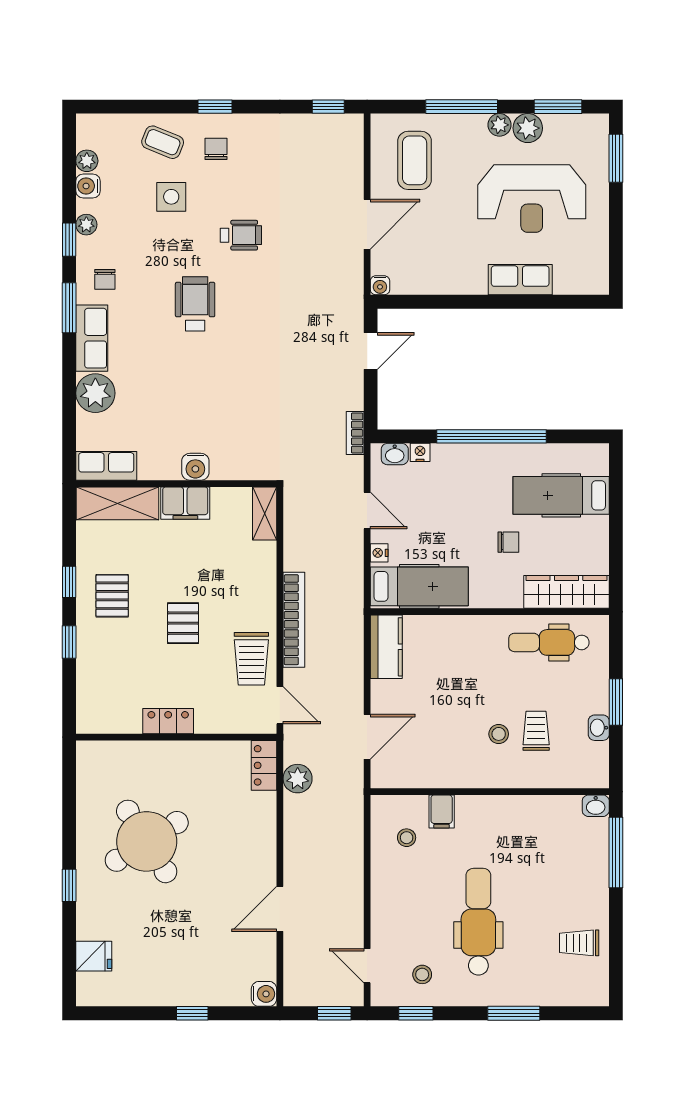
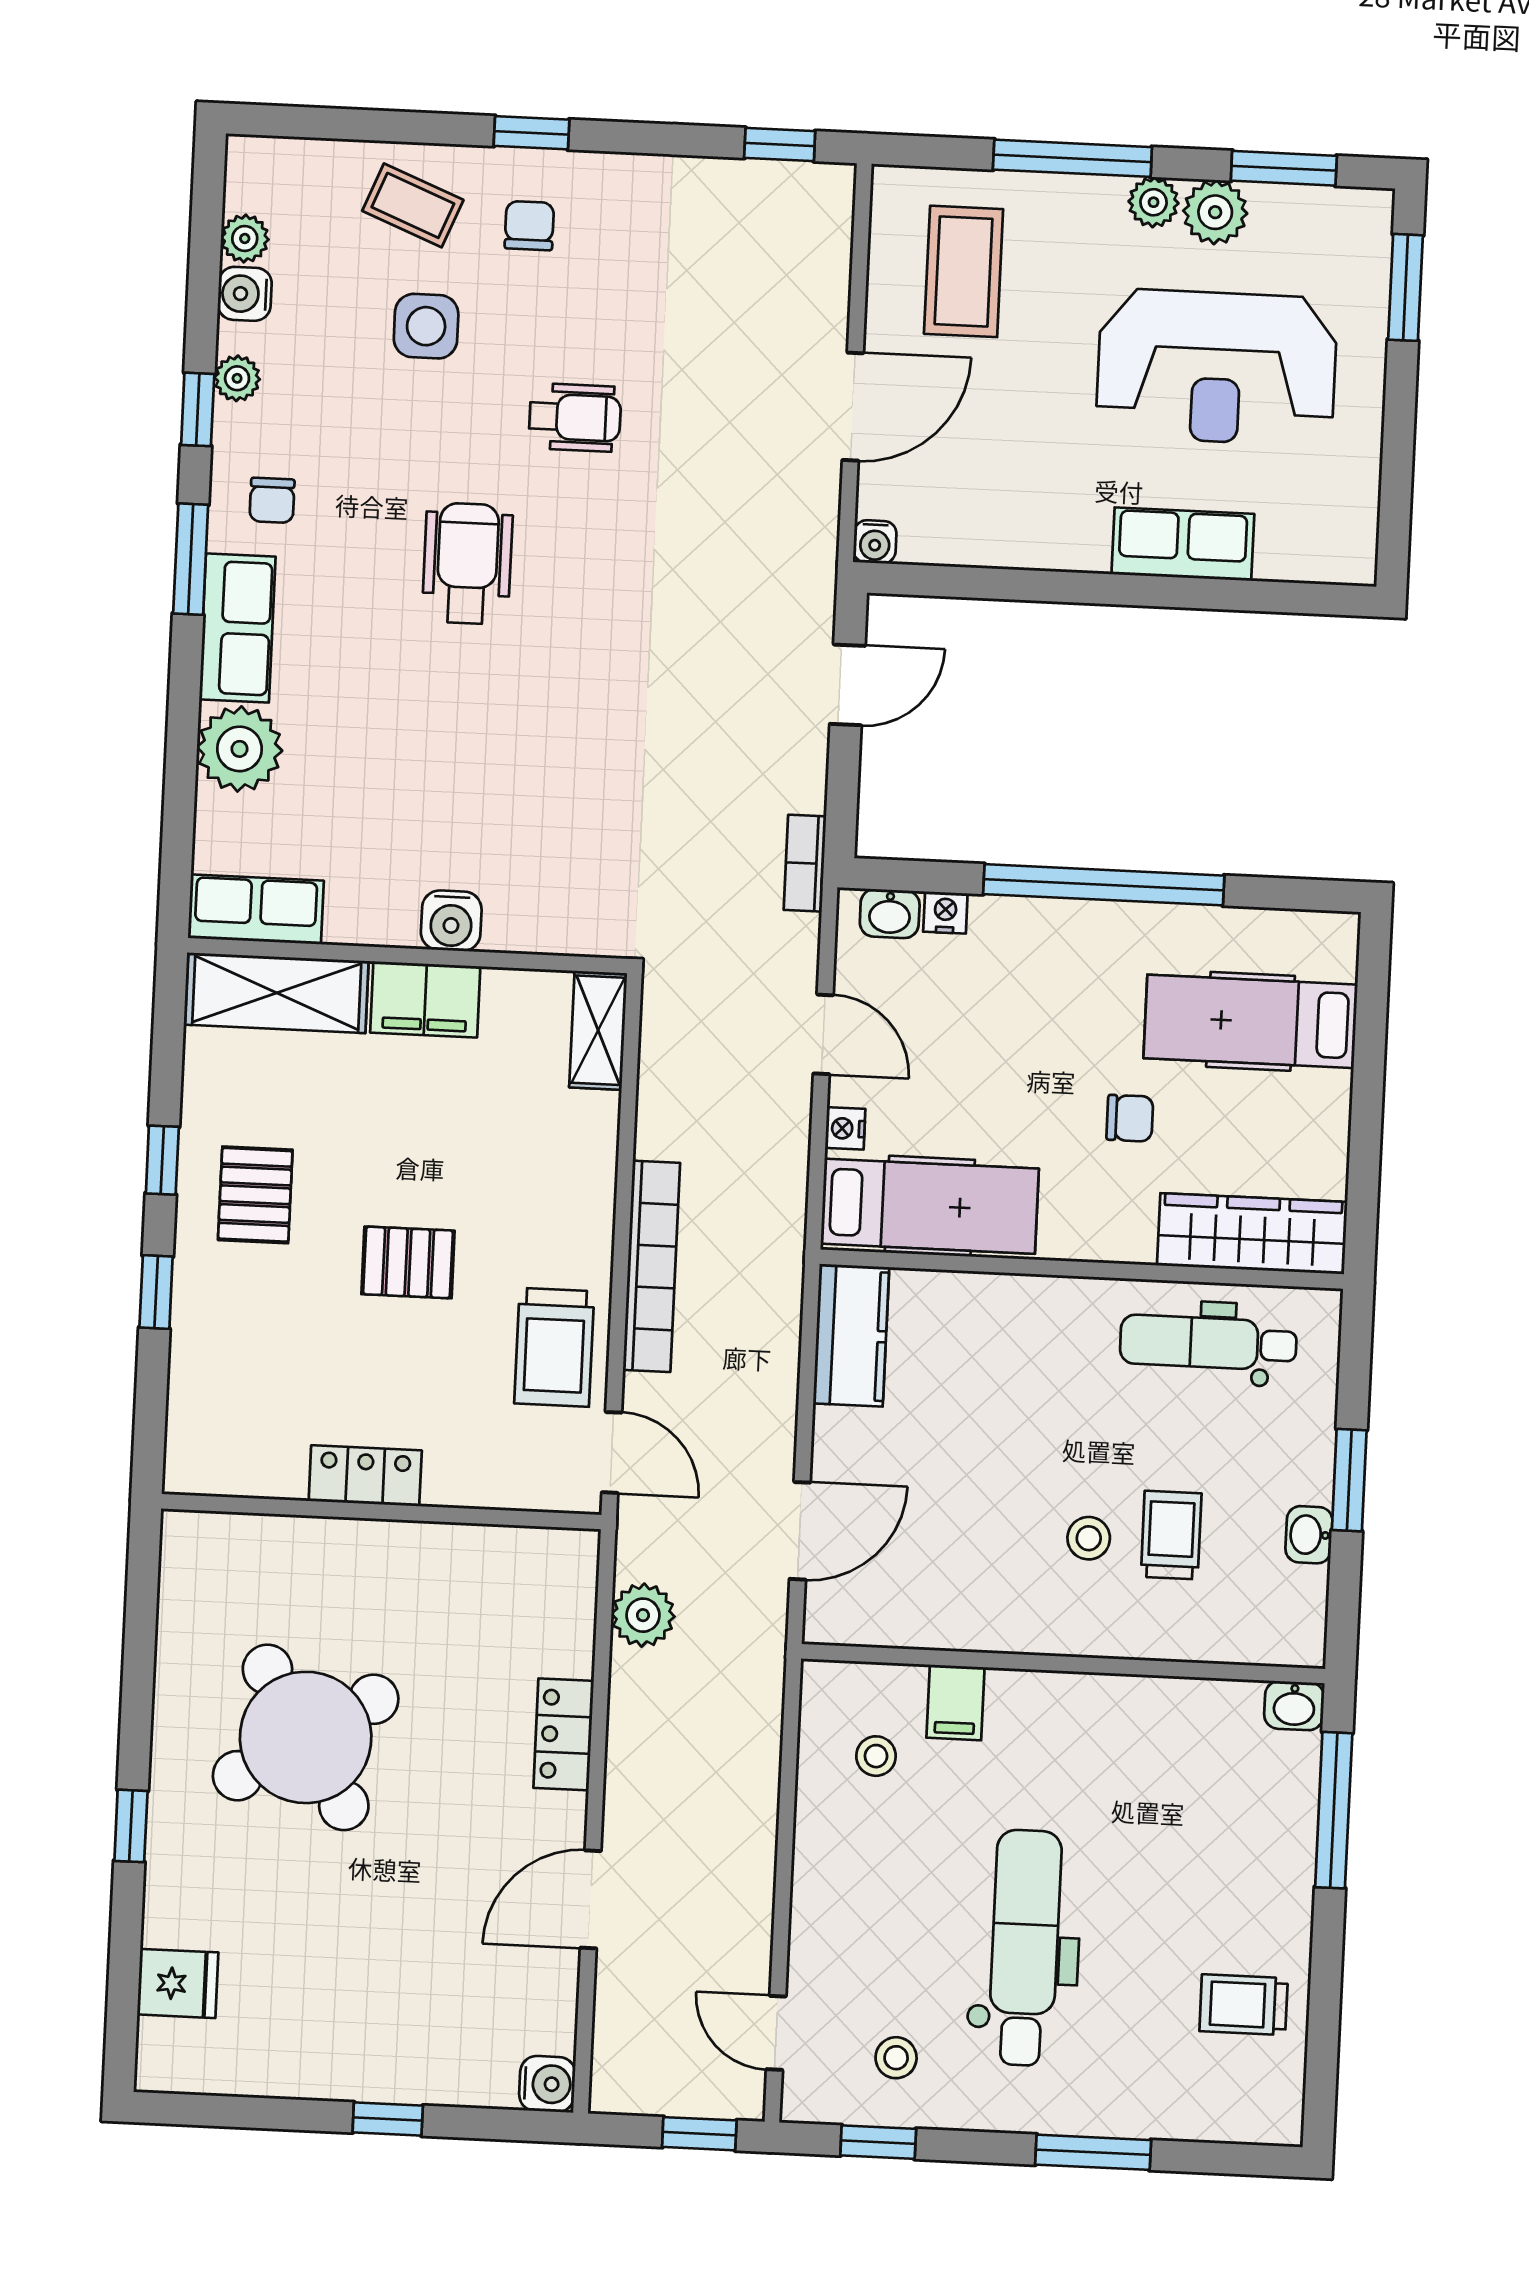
pallet: (183, 623) -> (408, 1262), turned 90
locker: (264, 765) -> (564, 1734), moved

